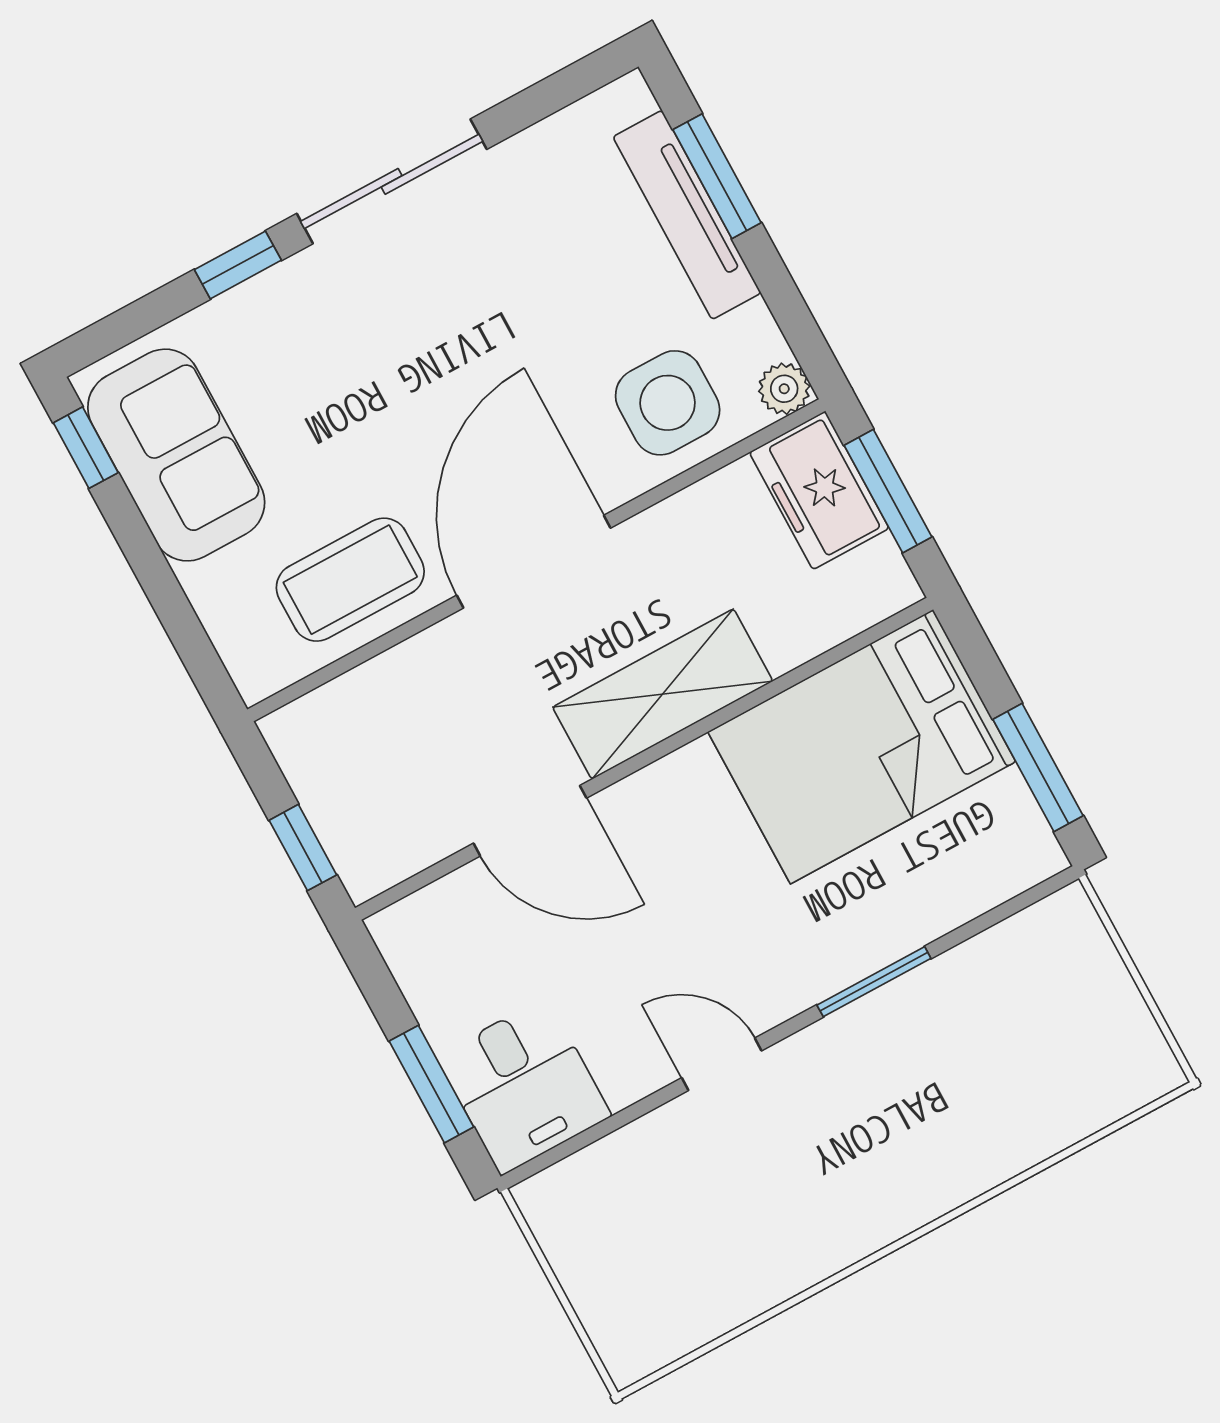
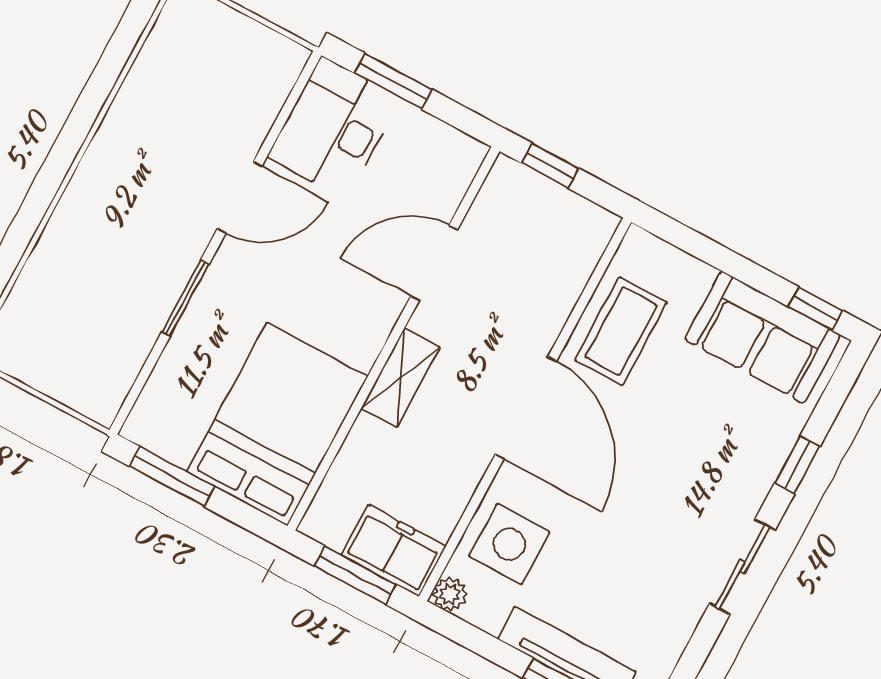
sliding door: (392, 181) -> (742, 567), width x0.73
shelving: (663, 694) -> (400, 378), width x0.67, depth x0.75
door: (722, 1064) -> (240, 197), width x1.38
desk: (524, 1086) -> (334, 128), width x1.37

